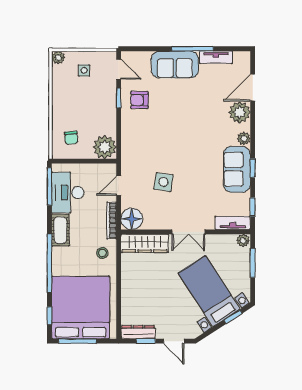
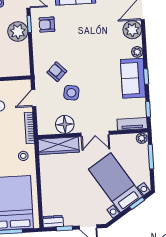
plant: (105, 147) -> (18, 32), moved
armchair: (148, 156) -> (57, 72), added
floor lamp: (132, 219) -> (65, 124), moved
dresser: (138, 332) -> (53, 221), width x0.70

